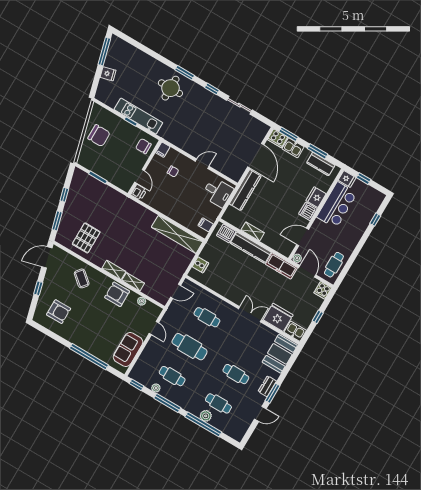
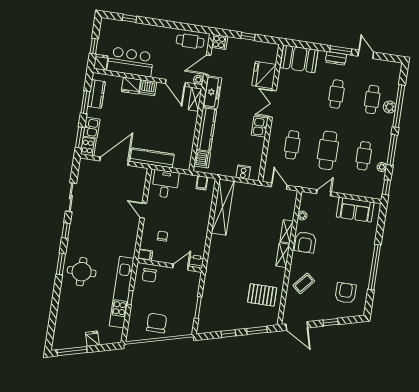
kitchen unit: (138, 116) -> (122, 292), width x1.36
shelving: (253, 231) -> (195, 99), moved
kitchen sink: (295, 331) -> (260, 127), moved
window: (89, 357) -> (374, 267), moved

